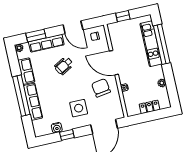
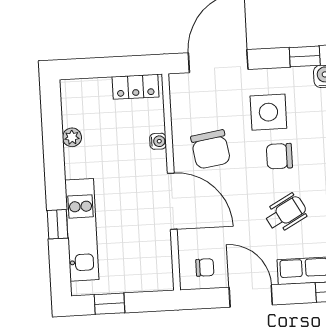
window: (123, 16) -> (109, 304), moved
window: (162, 44) -> (57, 224), width x0.32
chair: (71, 90) -> (279, 156), added
locker: (150, 107) -> (135, 87), moved

